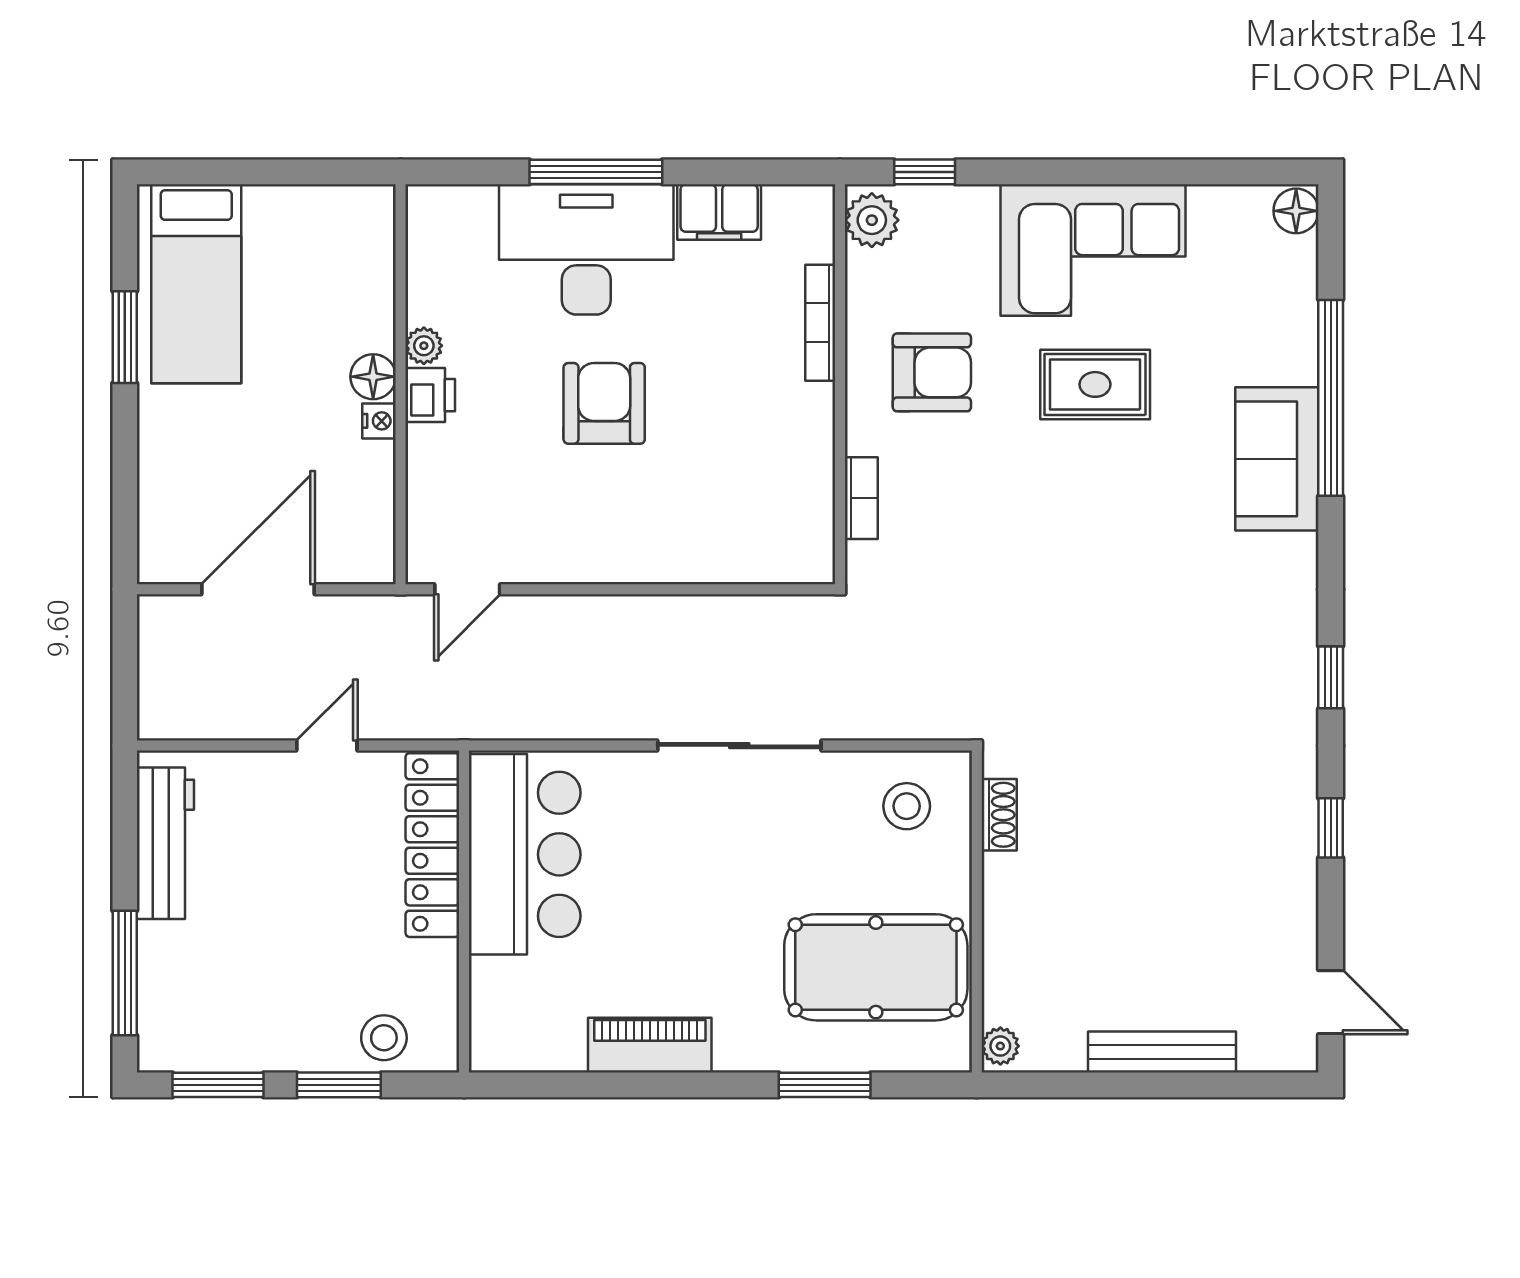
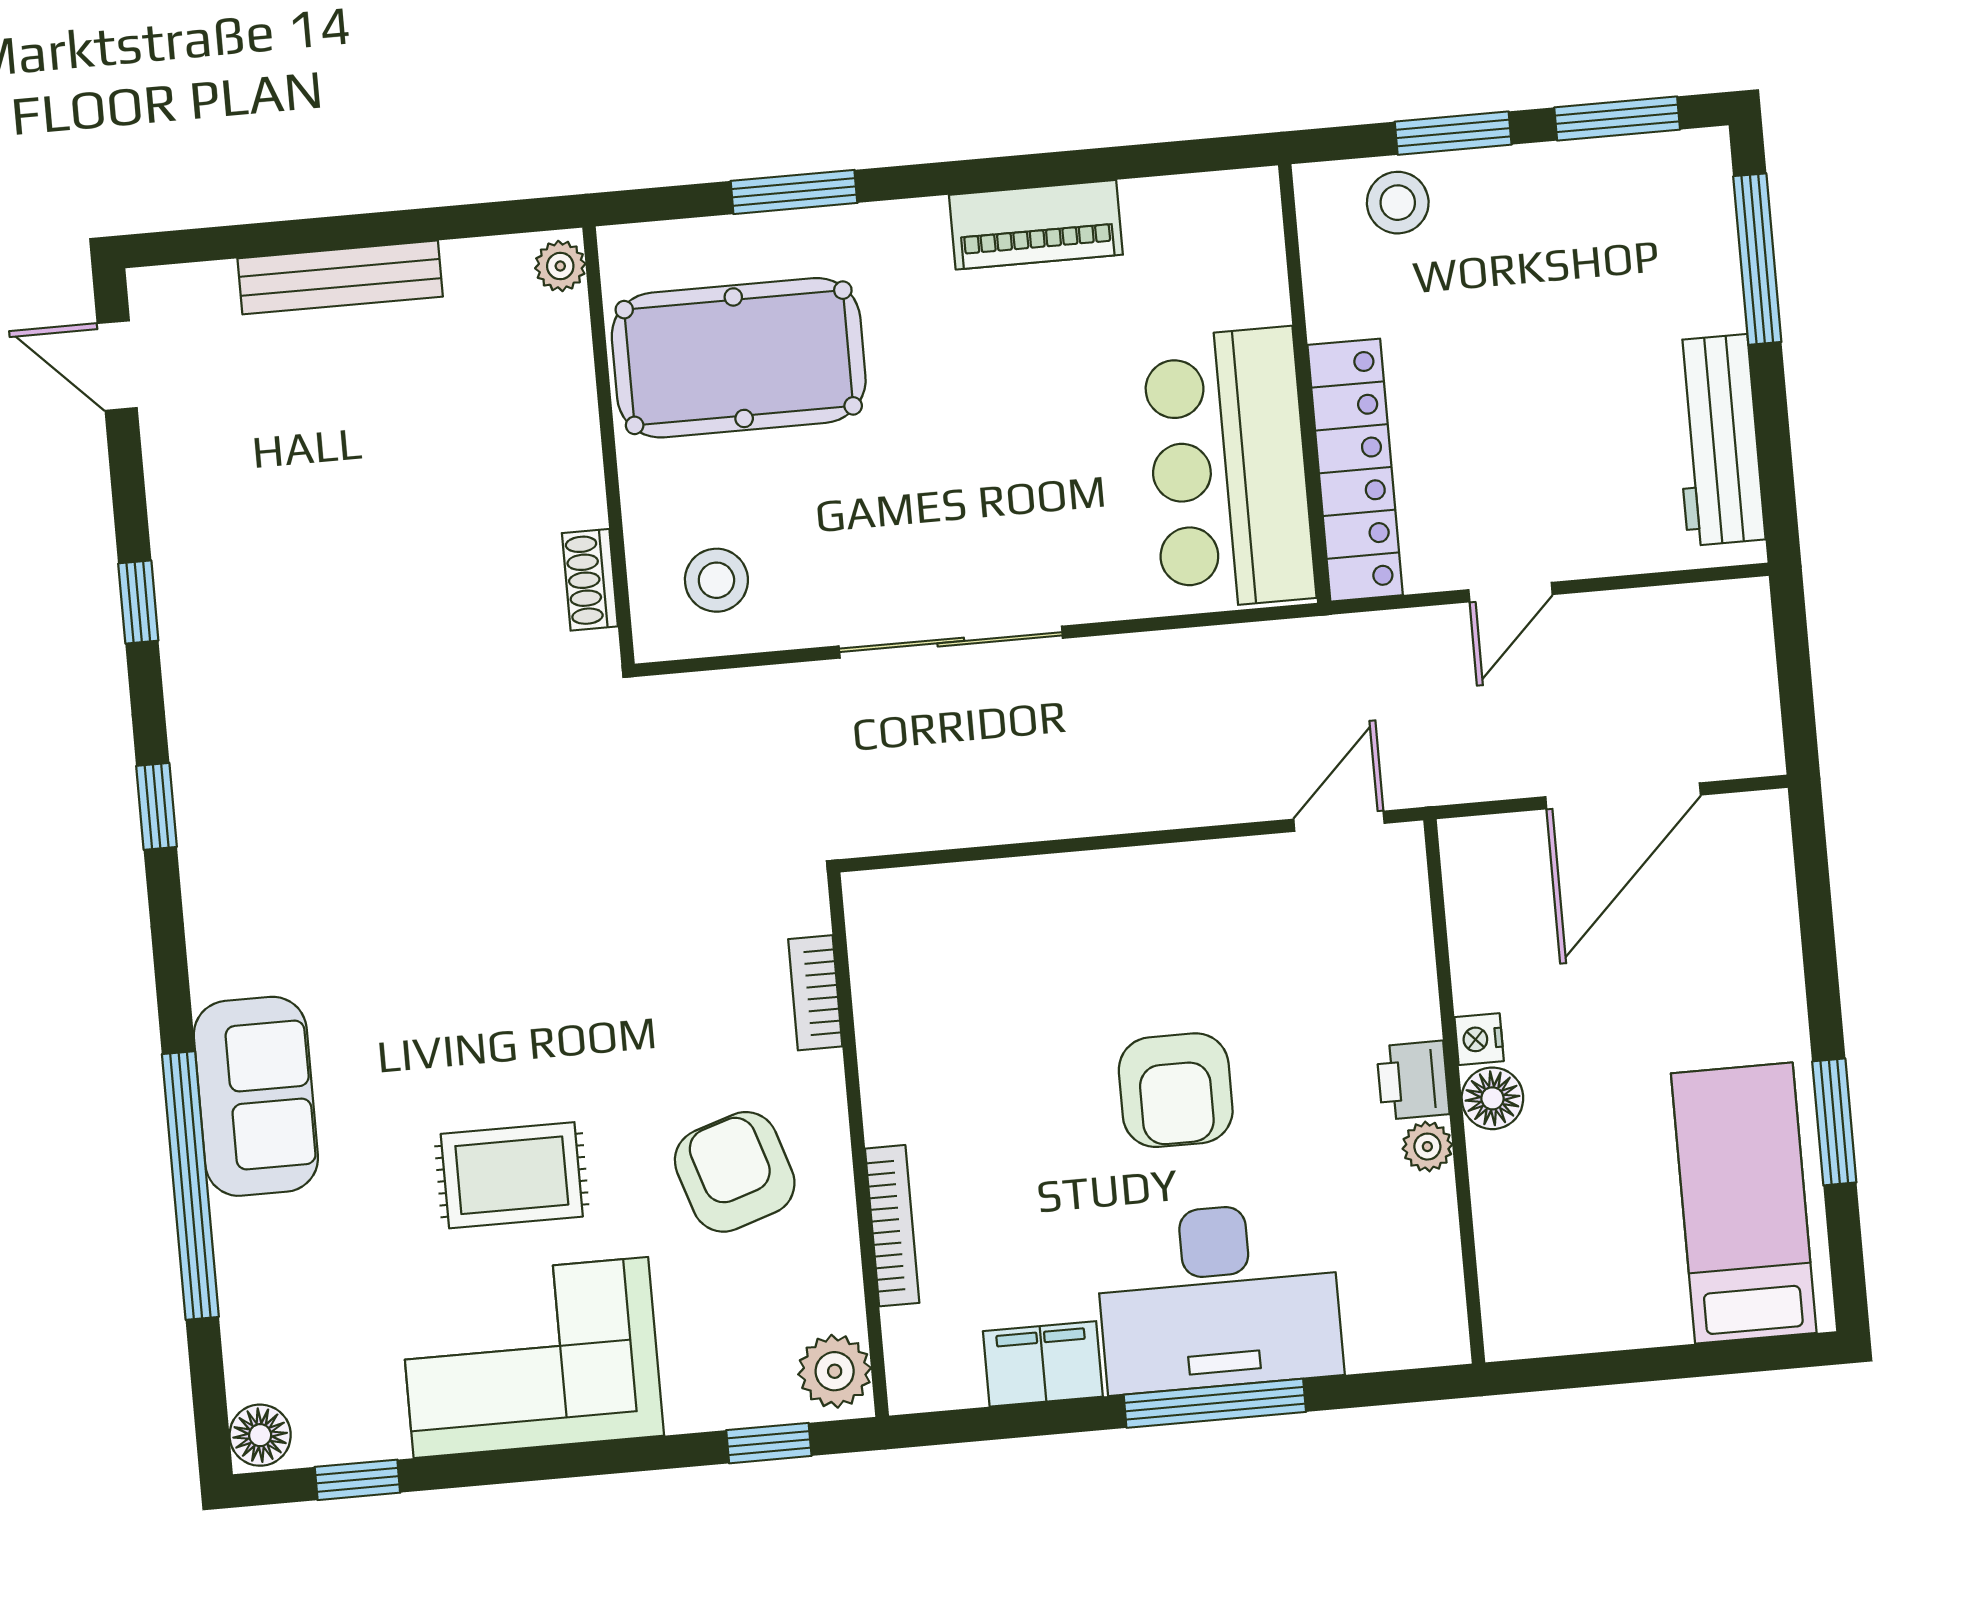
window: (1228, 172) -> (357, 1480), added
armchair: (932, 372) -> (735, 1172), turned 72

